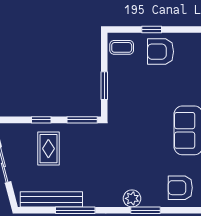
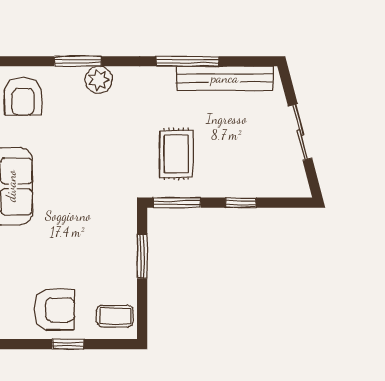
rug: (48, 149) -> (176, 154), moved
armchair: (180, 188) -> (23, 97), turned 90

